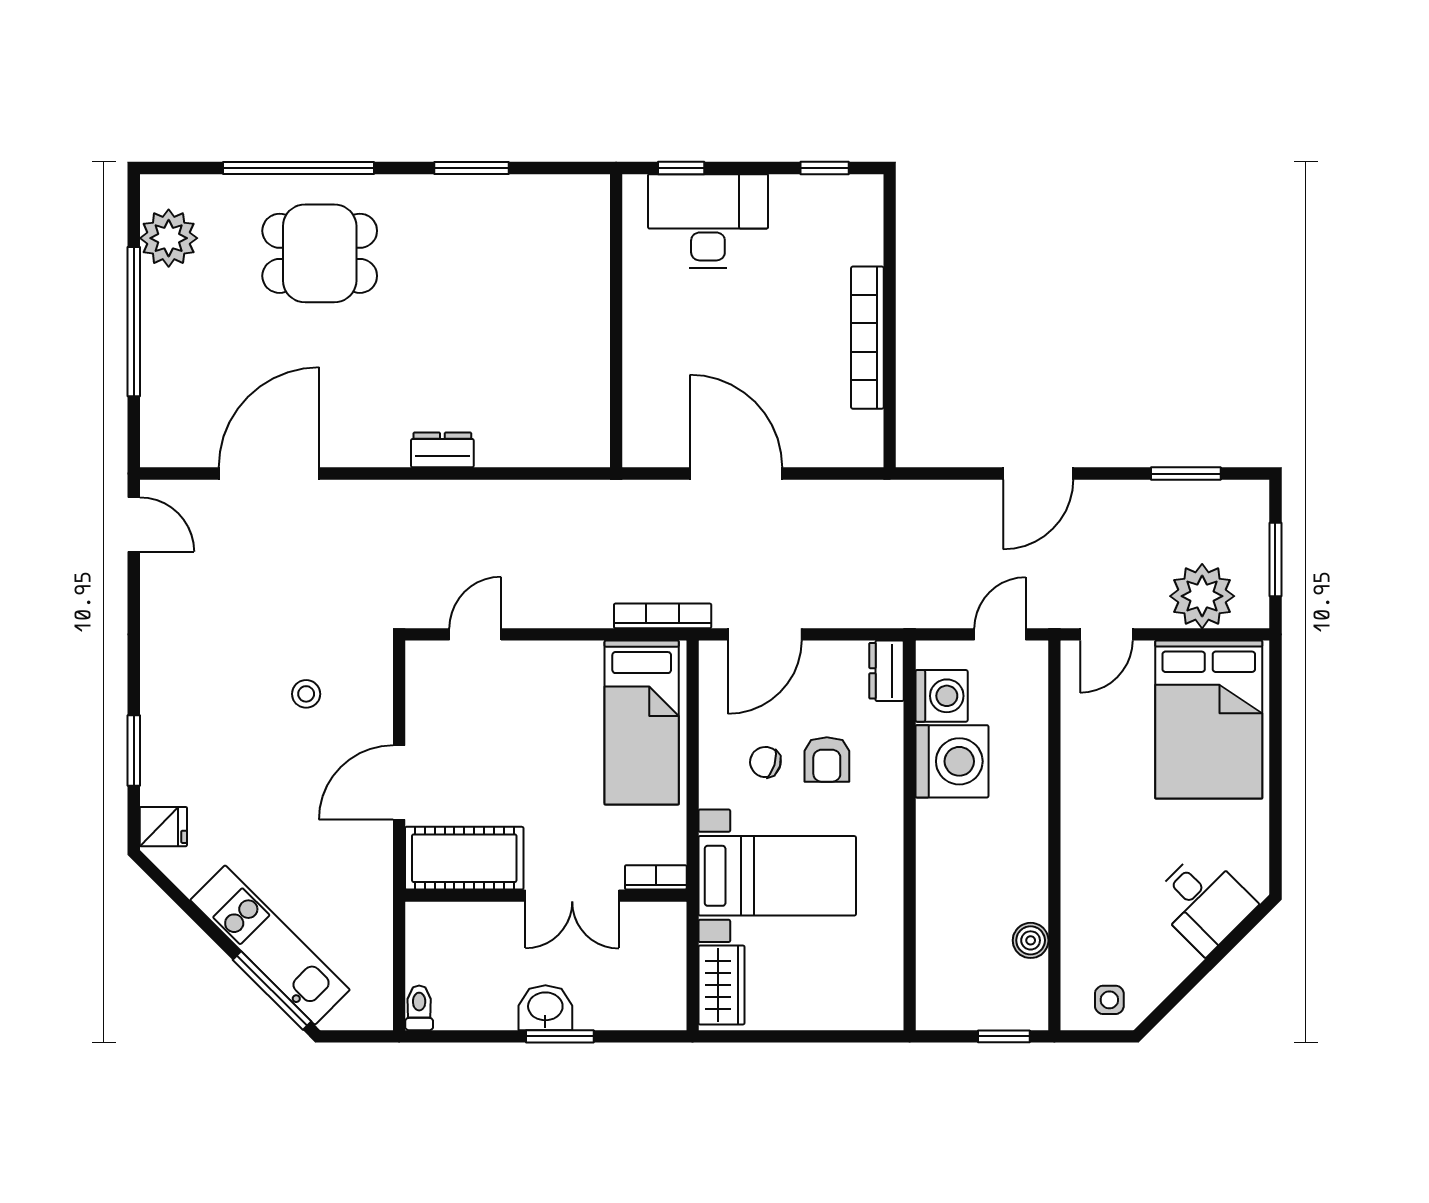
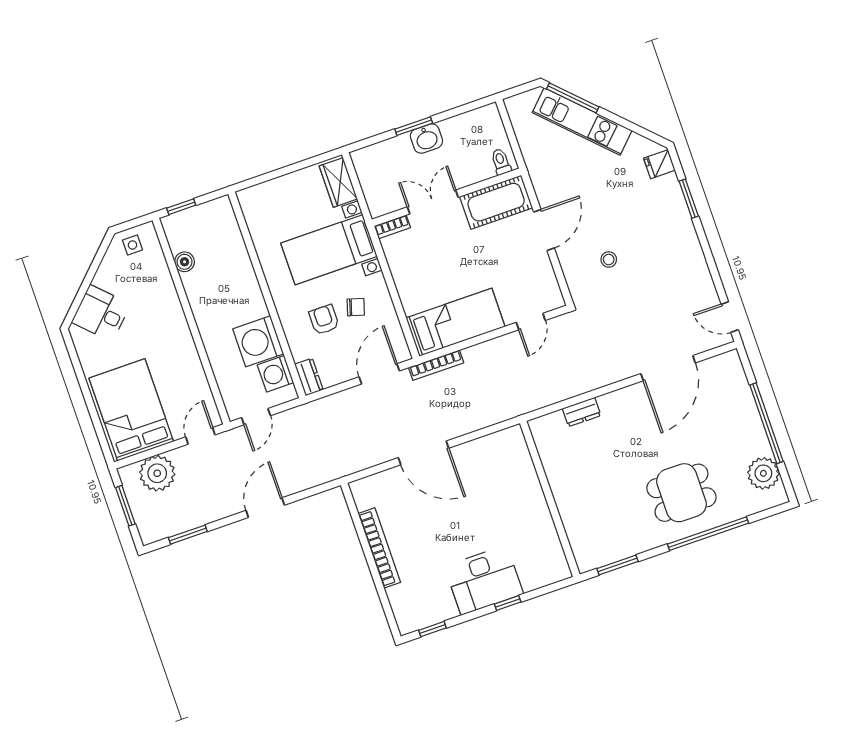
wall: (616, 321) -> (550, 499), moved
bed: (642, 722) -> (455, 322), moved, turned 90
toilet: (419, 1008) -> (501, 162), moved, turned 180

